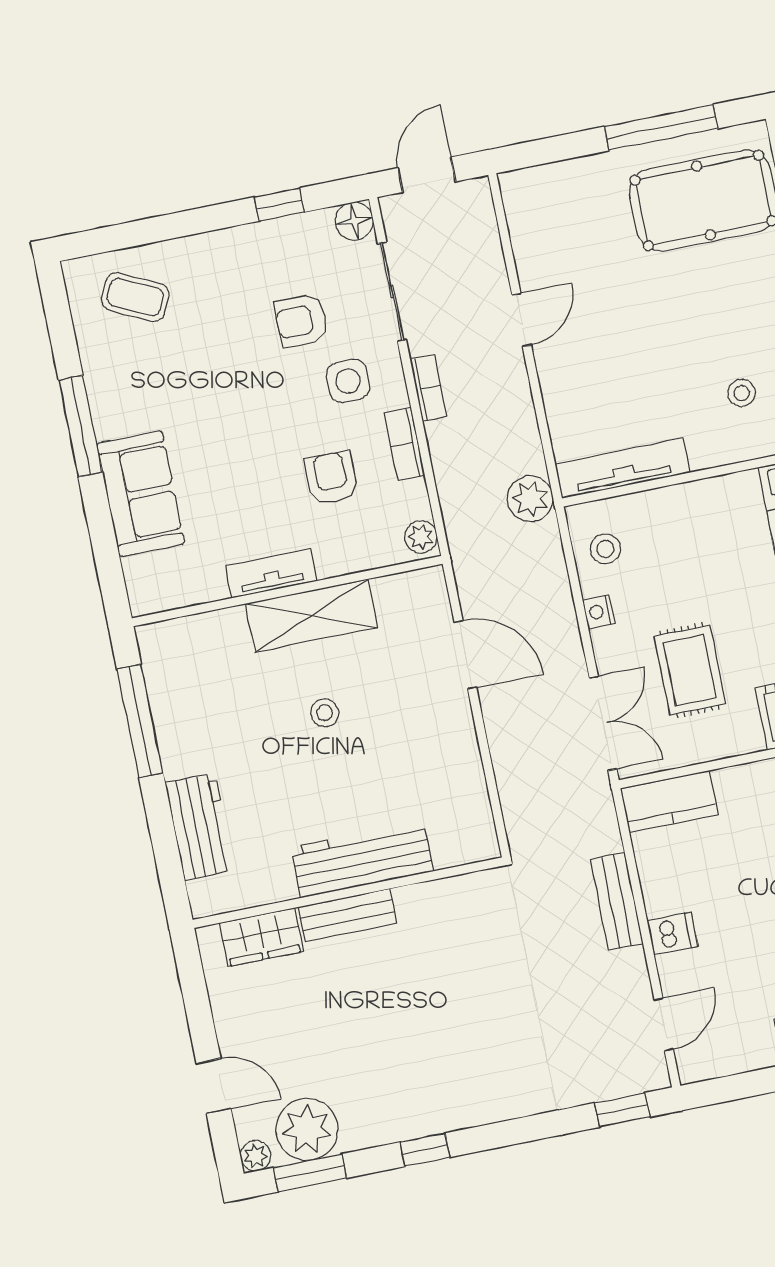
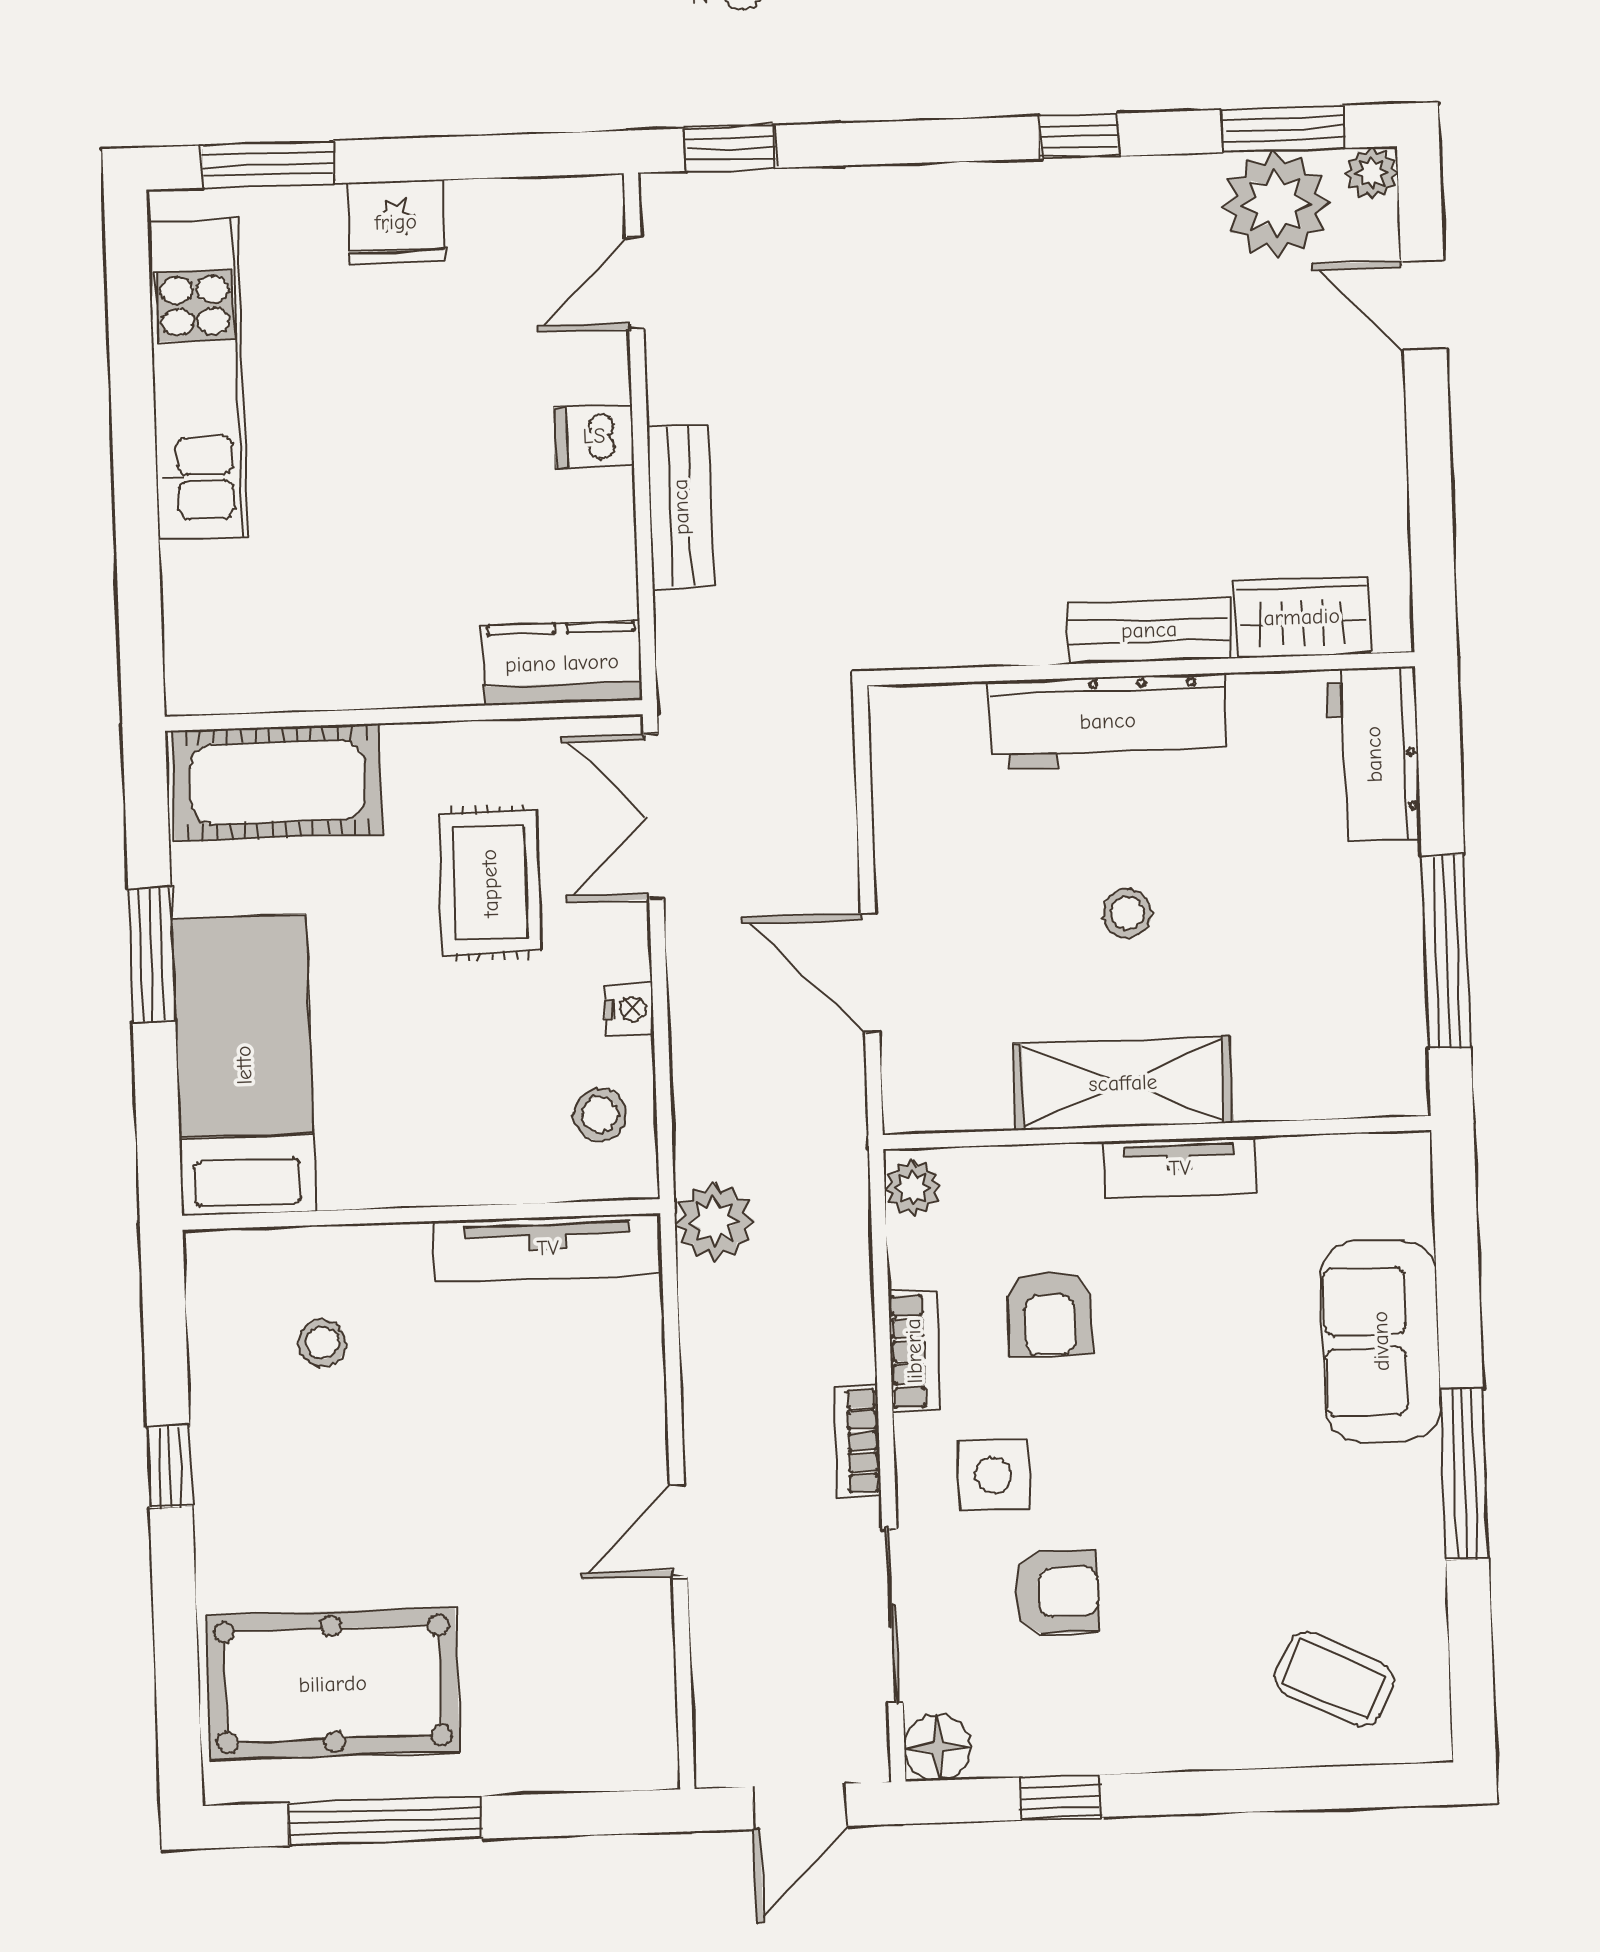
workbench: (362, 860) -> (1108, 721), moved
wall: (348, 893) -> (1141, 669), moved
bench: (347, 915) -> (1149, 630), moved
wardrobe: (261, 937) -> (1302, 617), moved

